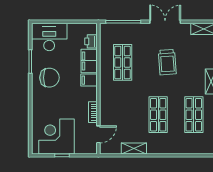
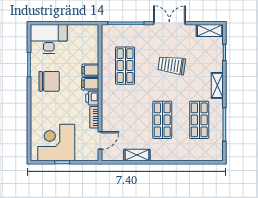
printer: (91, 41) -> (92, 98), moved
filing cabinet: (89, 61) -> (90, 70), width x0.50
trolley: (167, 62) -> (172, 65), turned 102

